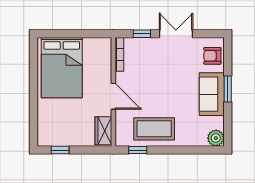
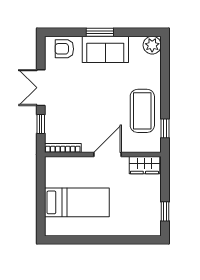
armchair: (212, 56) -> (64, 49), turned 90
bed: (62, 68) -> (77, 202), width x0.67

